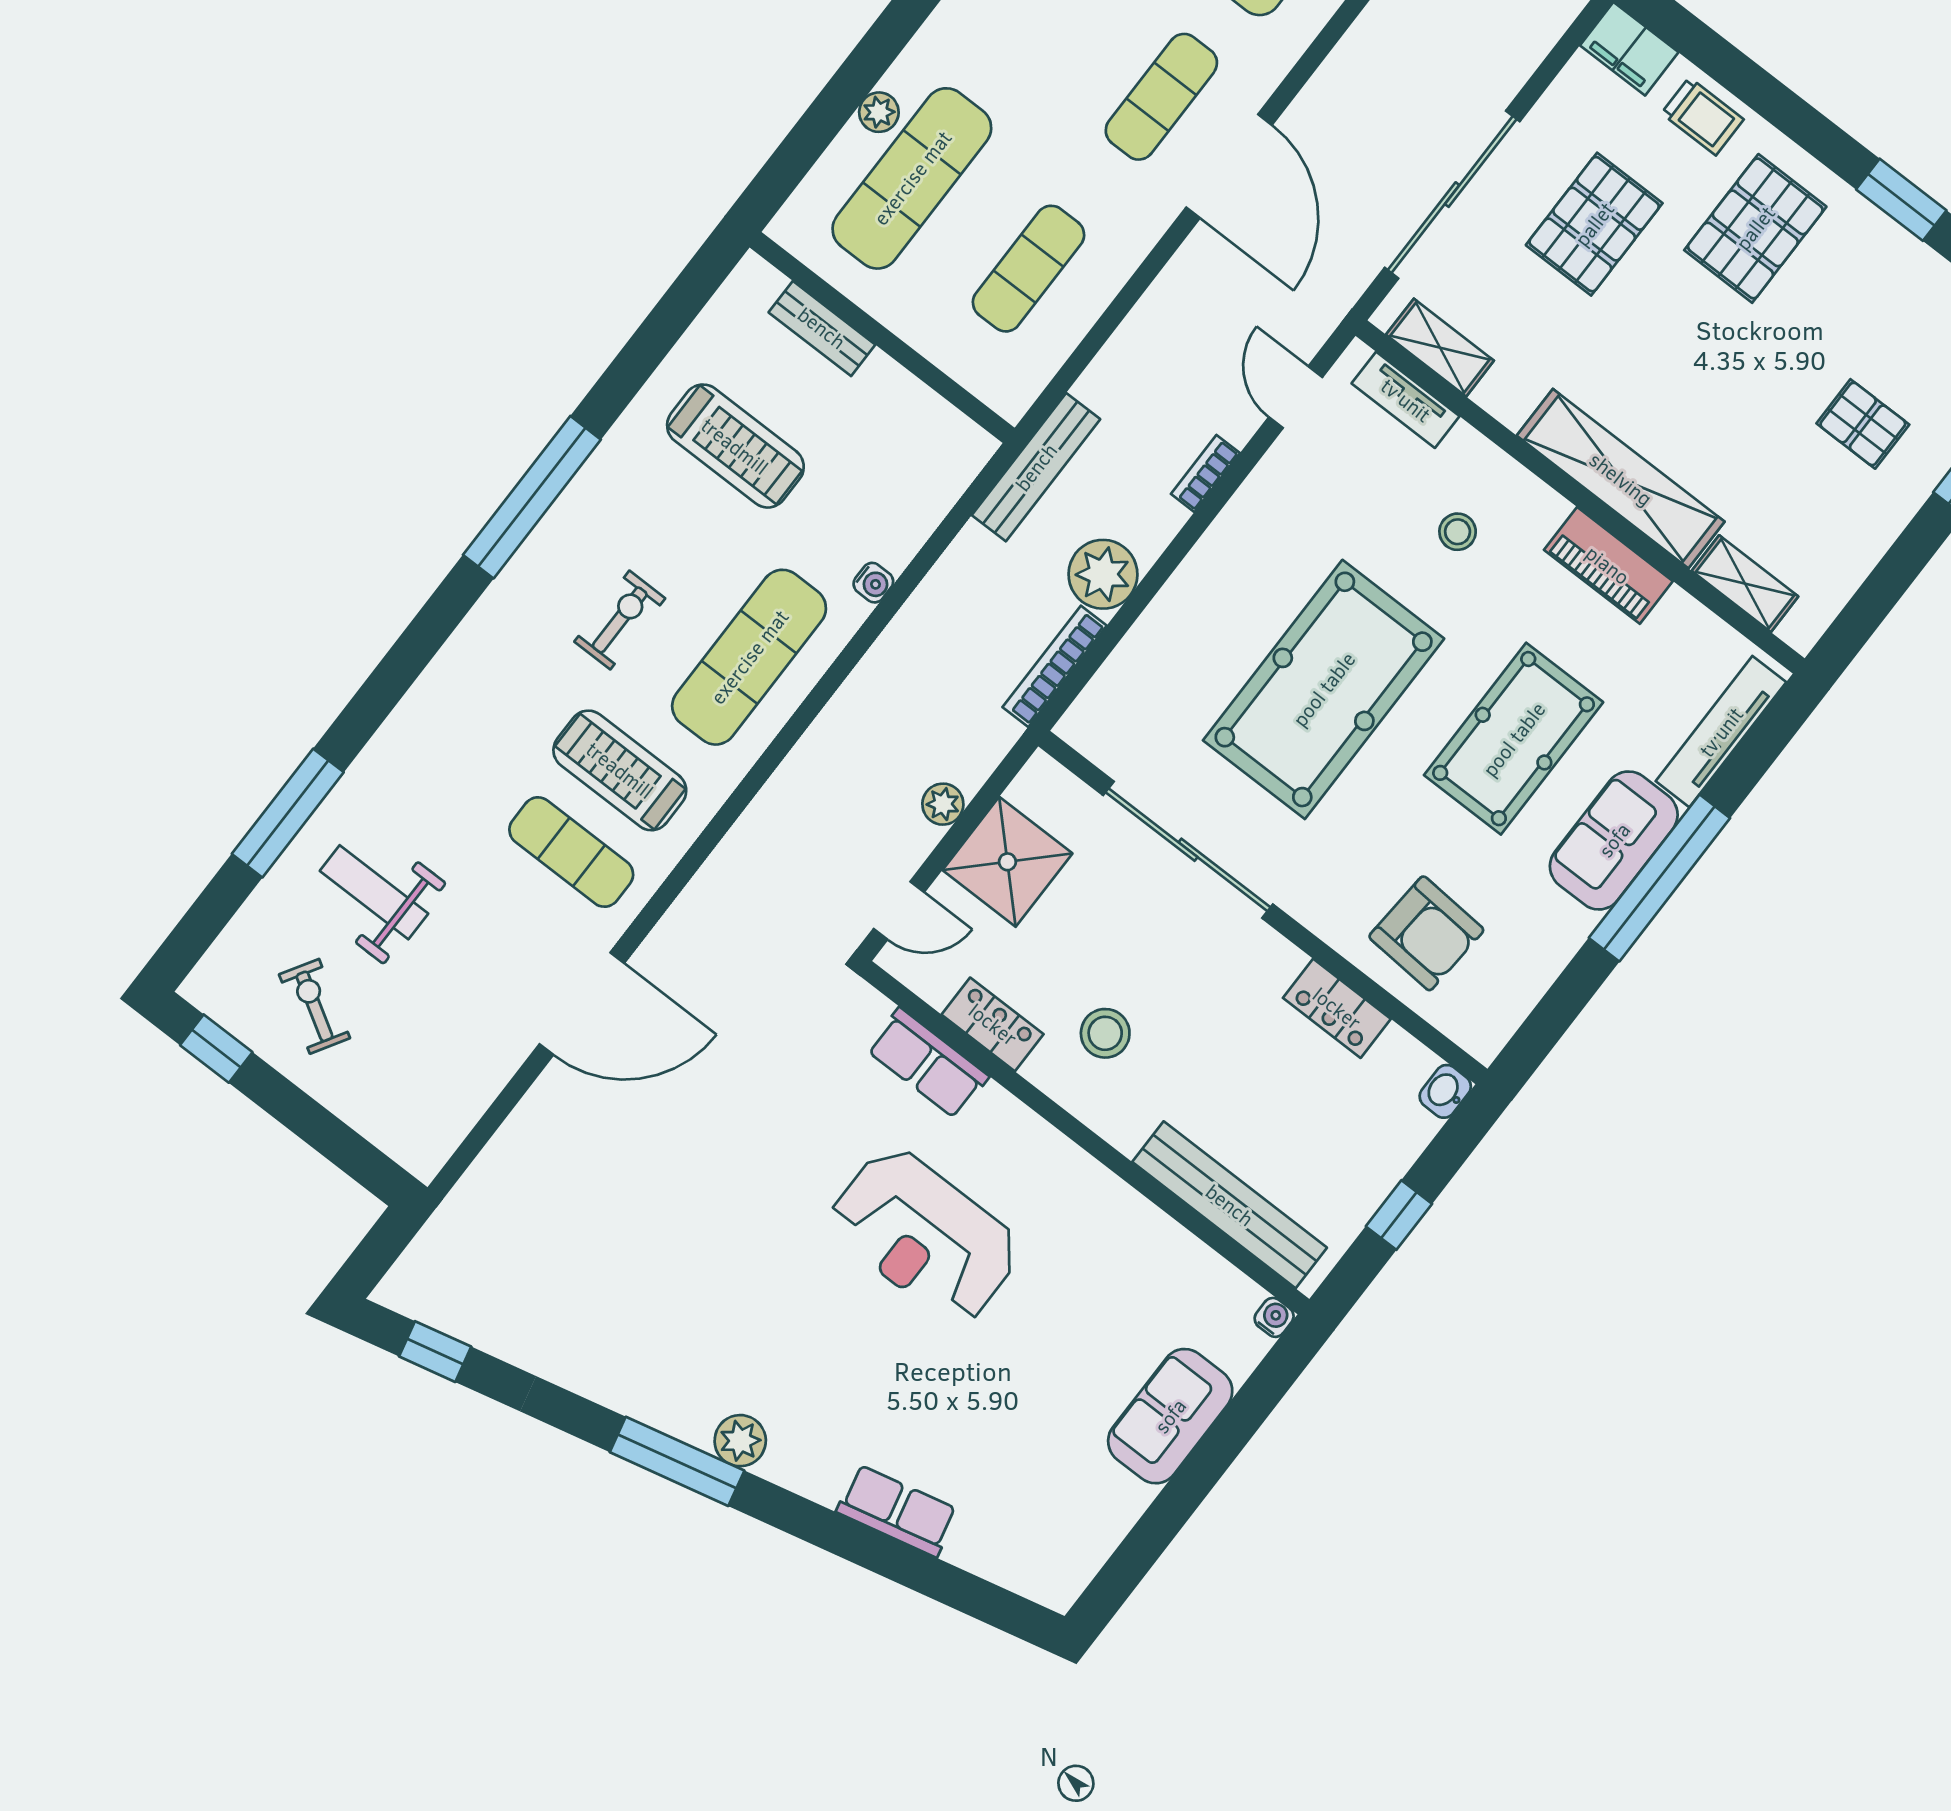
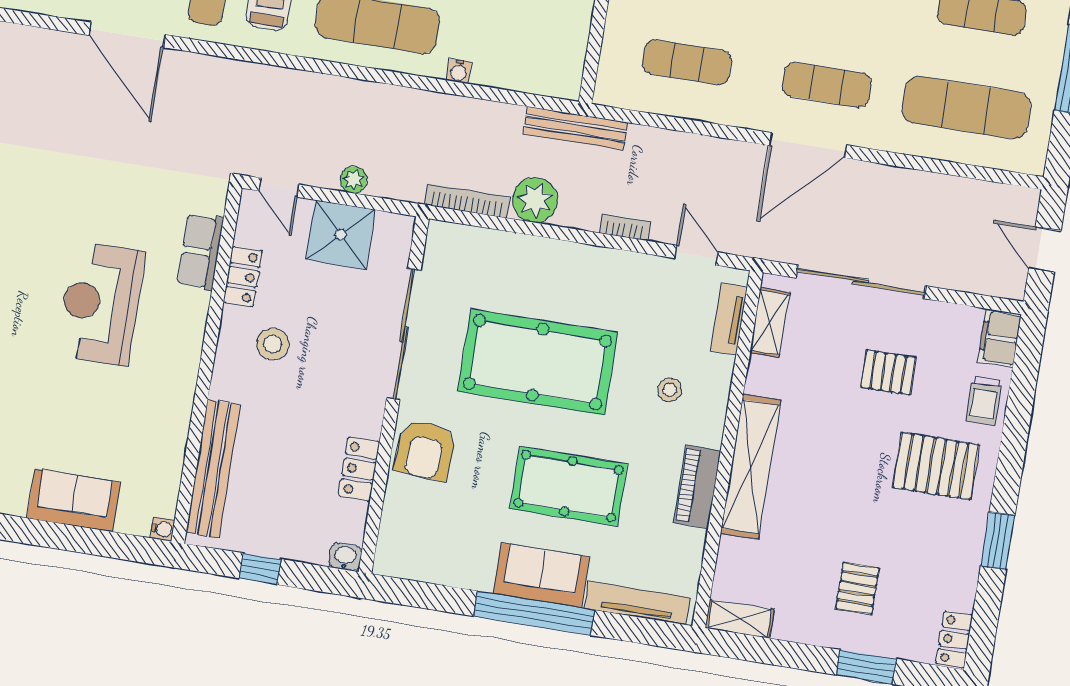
pallet: (1594, 224) -> (888, 372), width x0.67, depth x0.71
door: (1296, 397) -> (696, 255), hinge flipped
shelving: (1745, 584) -> (740, 619), moved, turned 90
armchair: (1426, 933) -> (425, 450), moved

